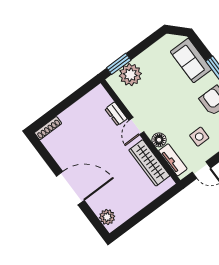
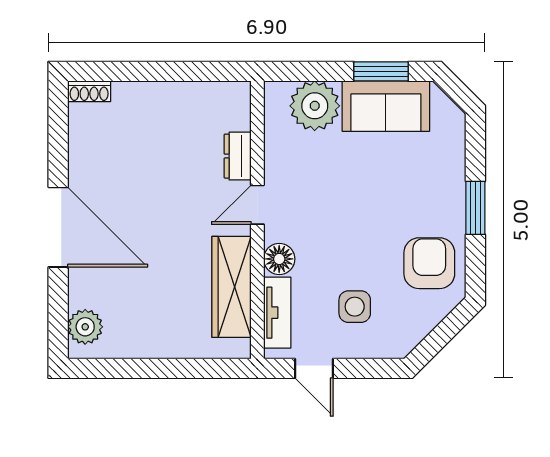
sofa: (191, 61) -> (386, 106), moved, turned -90
window: (119, 64) -> (381, 71), moved
shoe rack: (48, 128) -> (89, 91), width x0.70

